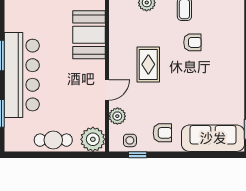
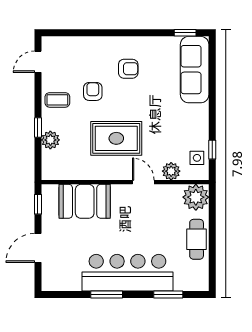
rug: (148, 64) -> (116, 138), width x1.36, depth x1.43
armchair: (162, 133) -> (128, 69), moved, turned 90

